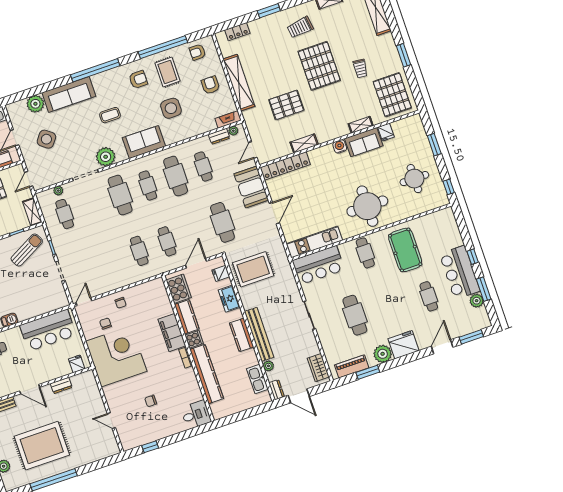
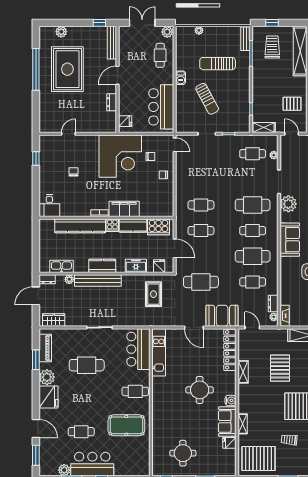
round table: (367, 206) -> (200, 390), moved, width x0.73, depth x0.73
sun lounger: (27, 250) -> (207, 99), moved
rug: (253, 269) -> (153, 294), width x0.73, depth x0.70

